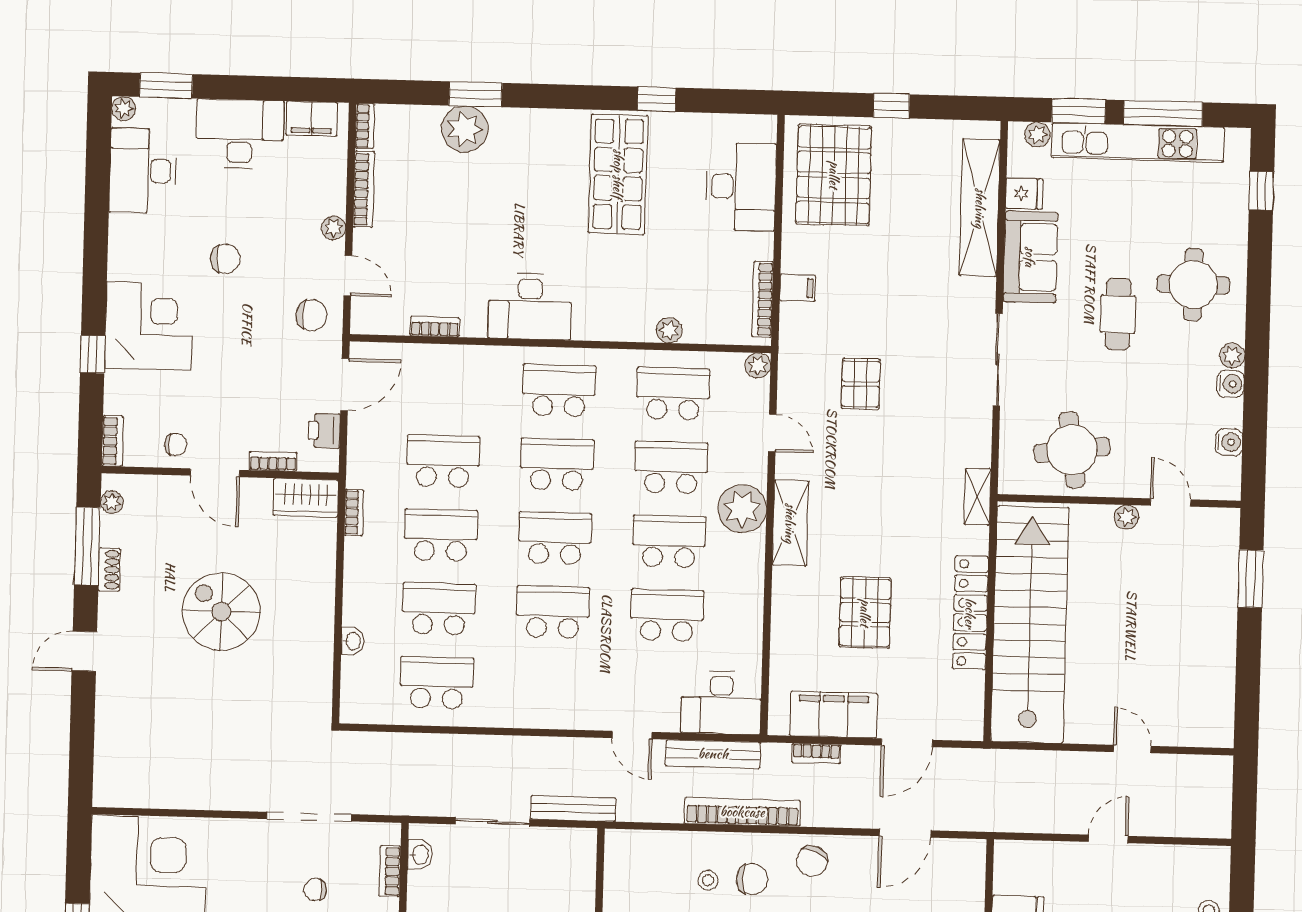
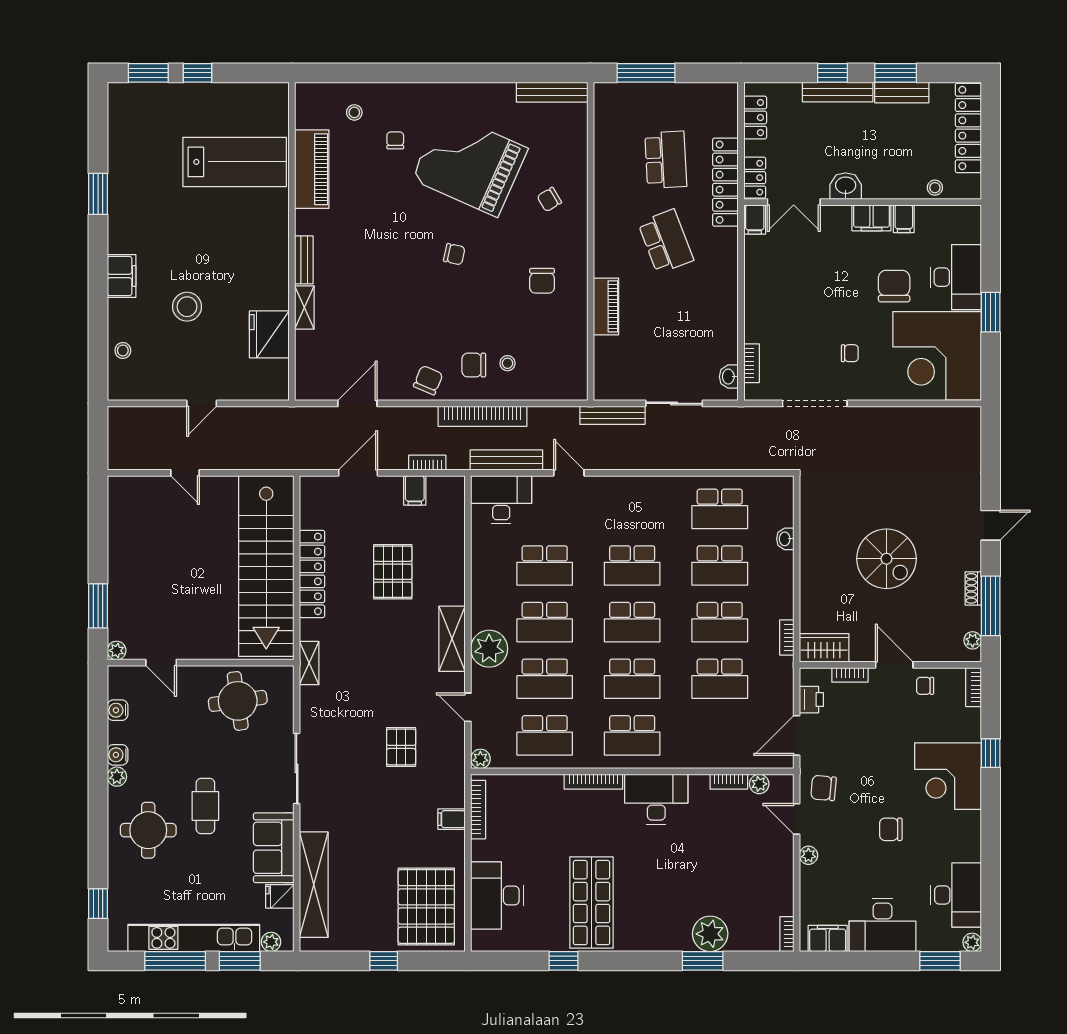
bookcase: (364, 189) -> (593, 782), moved, turned -90
plant: (669, 330) -> (759, 784), moved
plant: (1126, 517) -> (117, 651), moved
filing cabinet: (834, 715) -> (415, 490), width x0.33, depth x0.86
chair: (315, 890) -> (850, 353), moved

